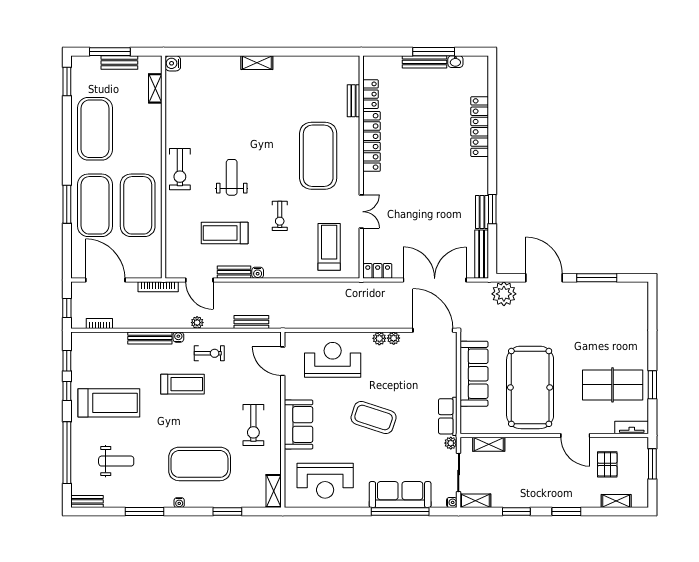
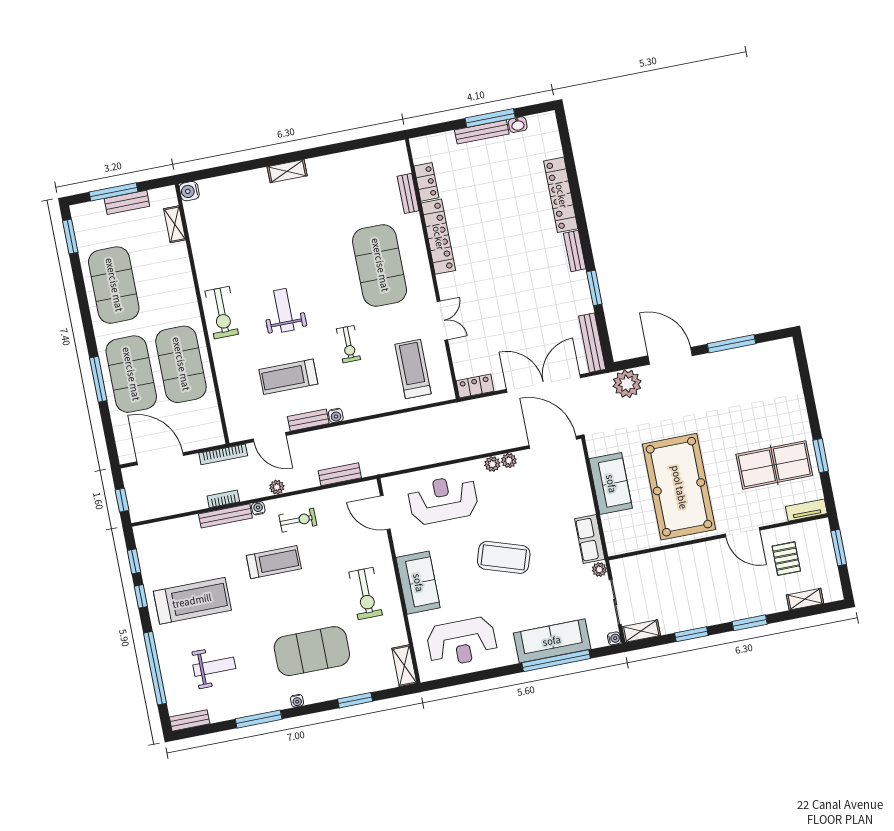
bench: (482, 212) -> (575, 251), moved
bookcase: (99, 324) -> (223, 499), moved
sofa: (474, 374) -> (611, 484), width x0.73
shelving: (489, 444) -> (644, 562), removed

